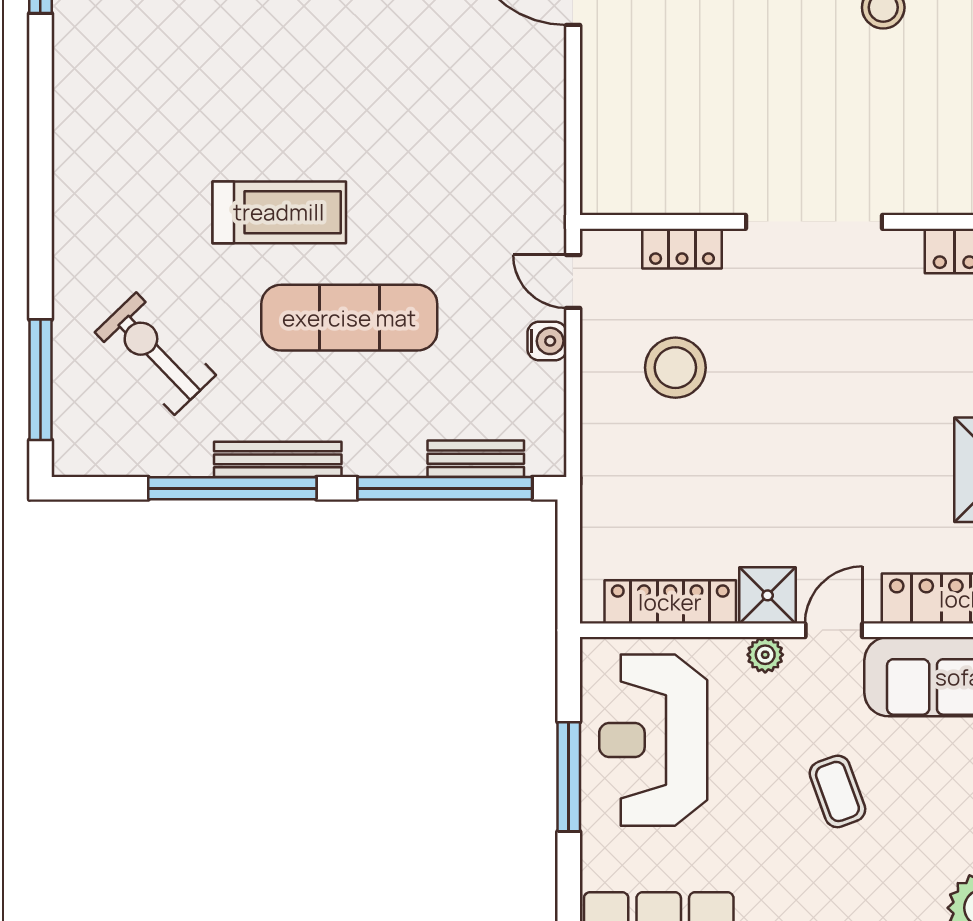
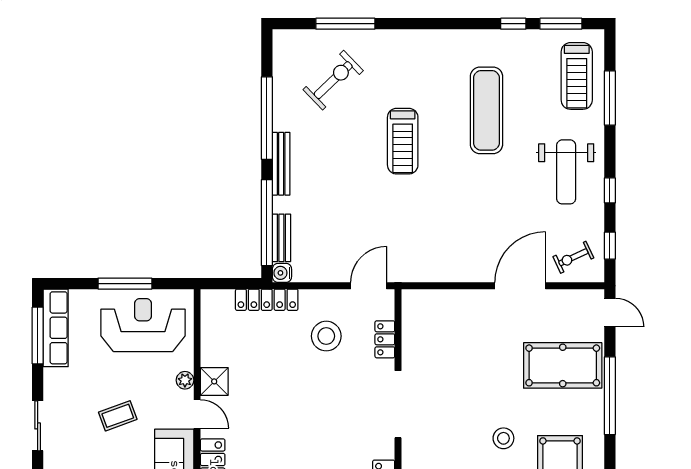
door: (573, 282) -> (369, 286), width x1.38
exercise mat: (349, 318) -> (486, 110), moved
water cooler: (547, 341) -> (282, 273), moved, turned 90
window: (40, 380) -> (345, 24), moved
bench: (278, 459) -> (281, 164), moved
locker: (670, 602) -> (267, 300), moved, turned 90

